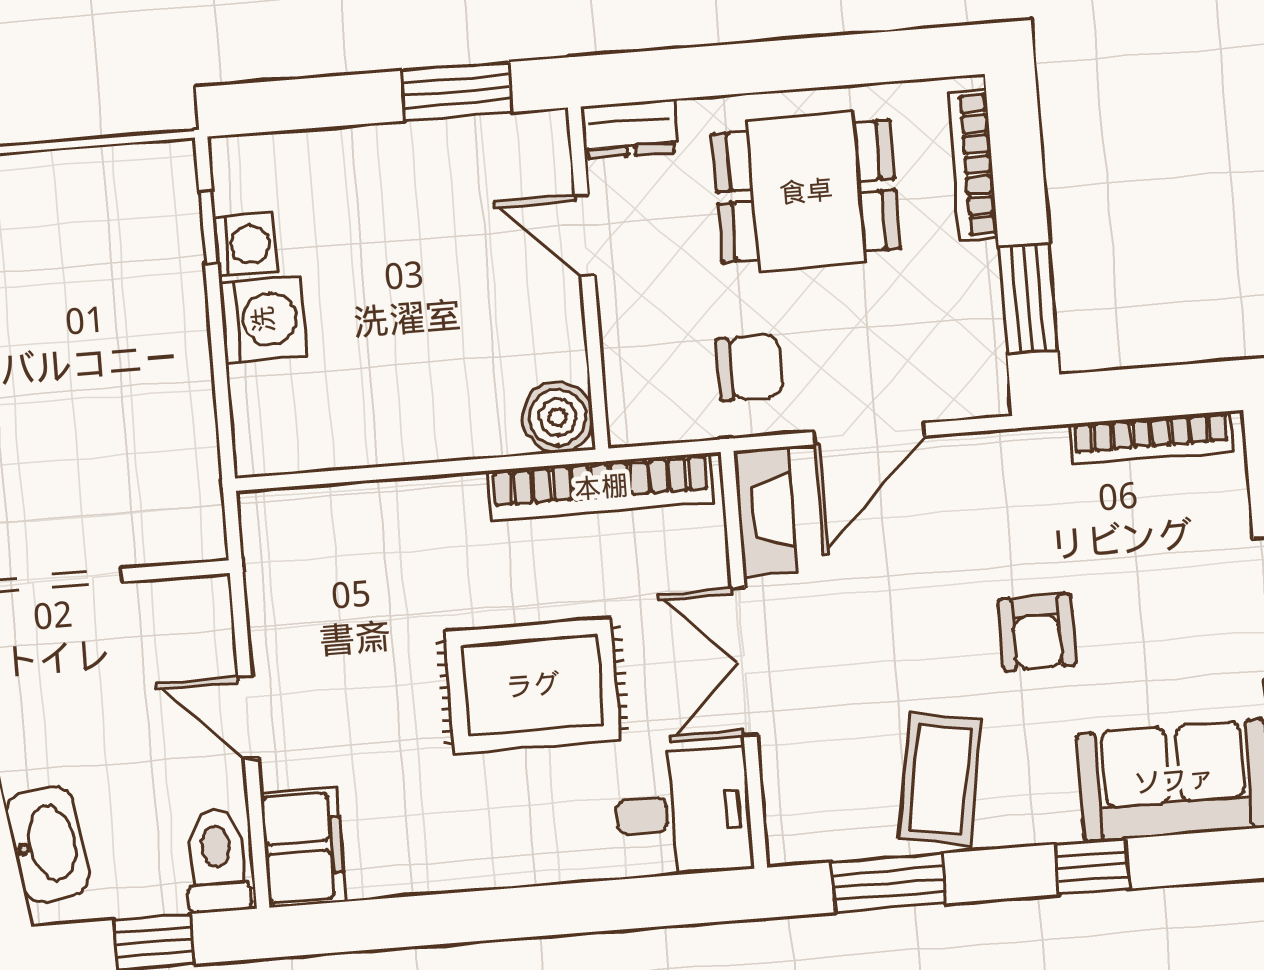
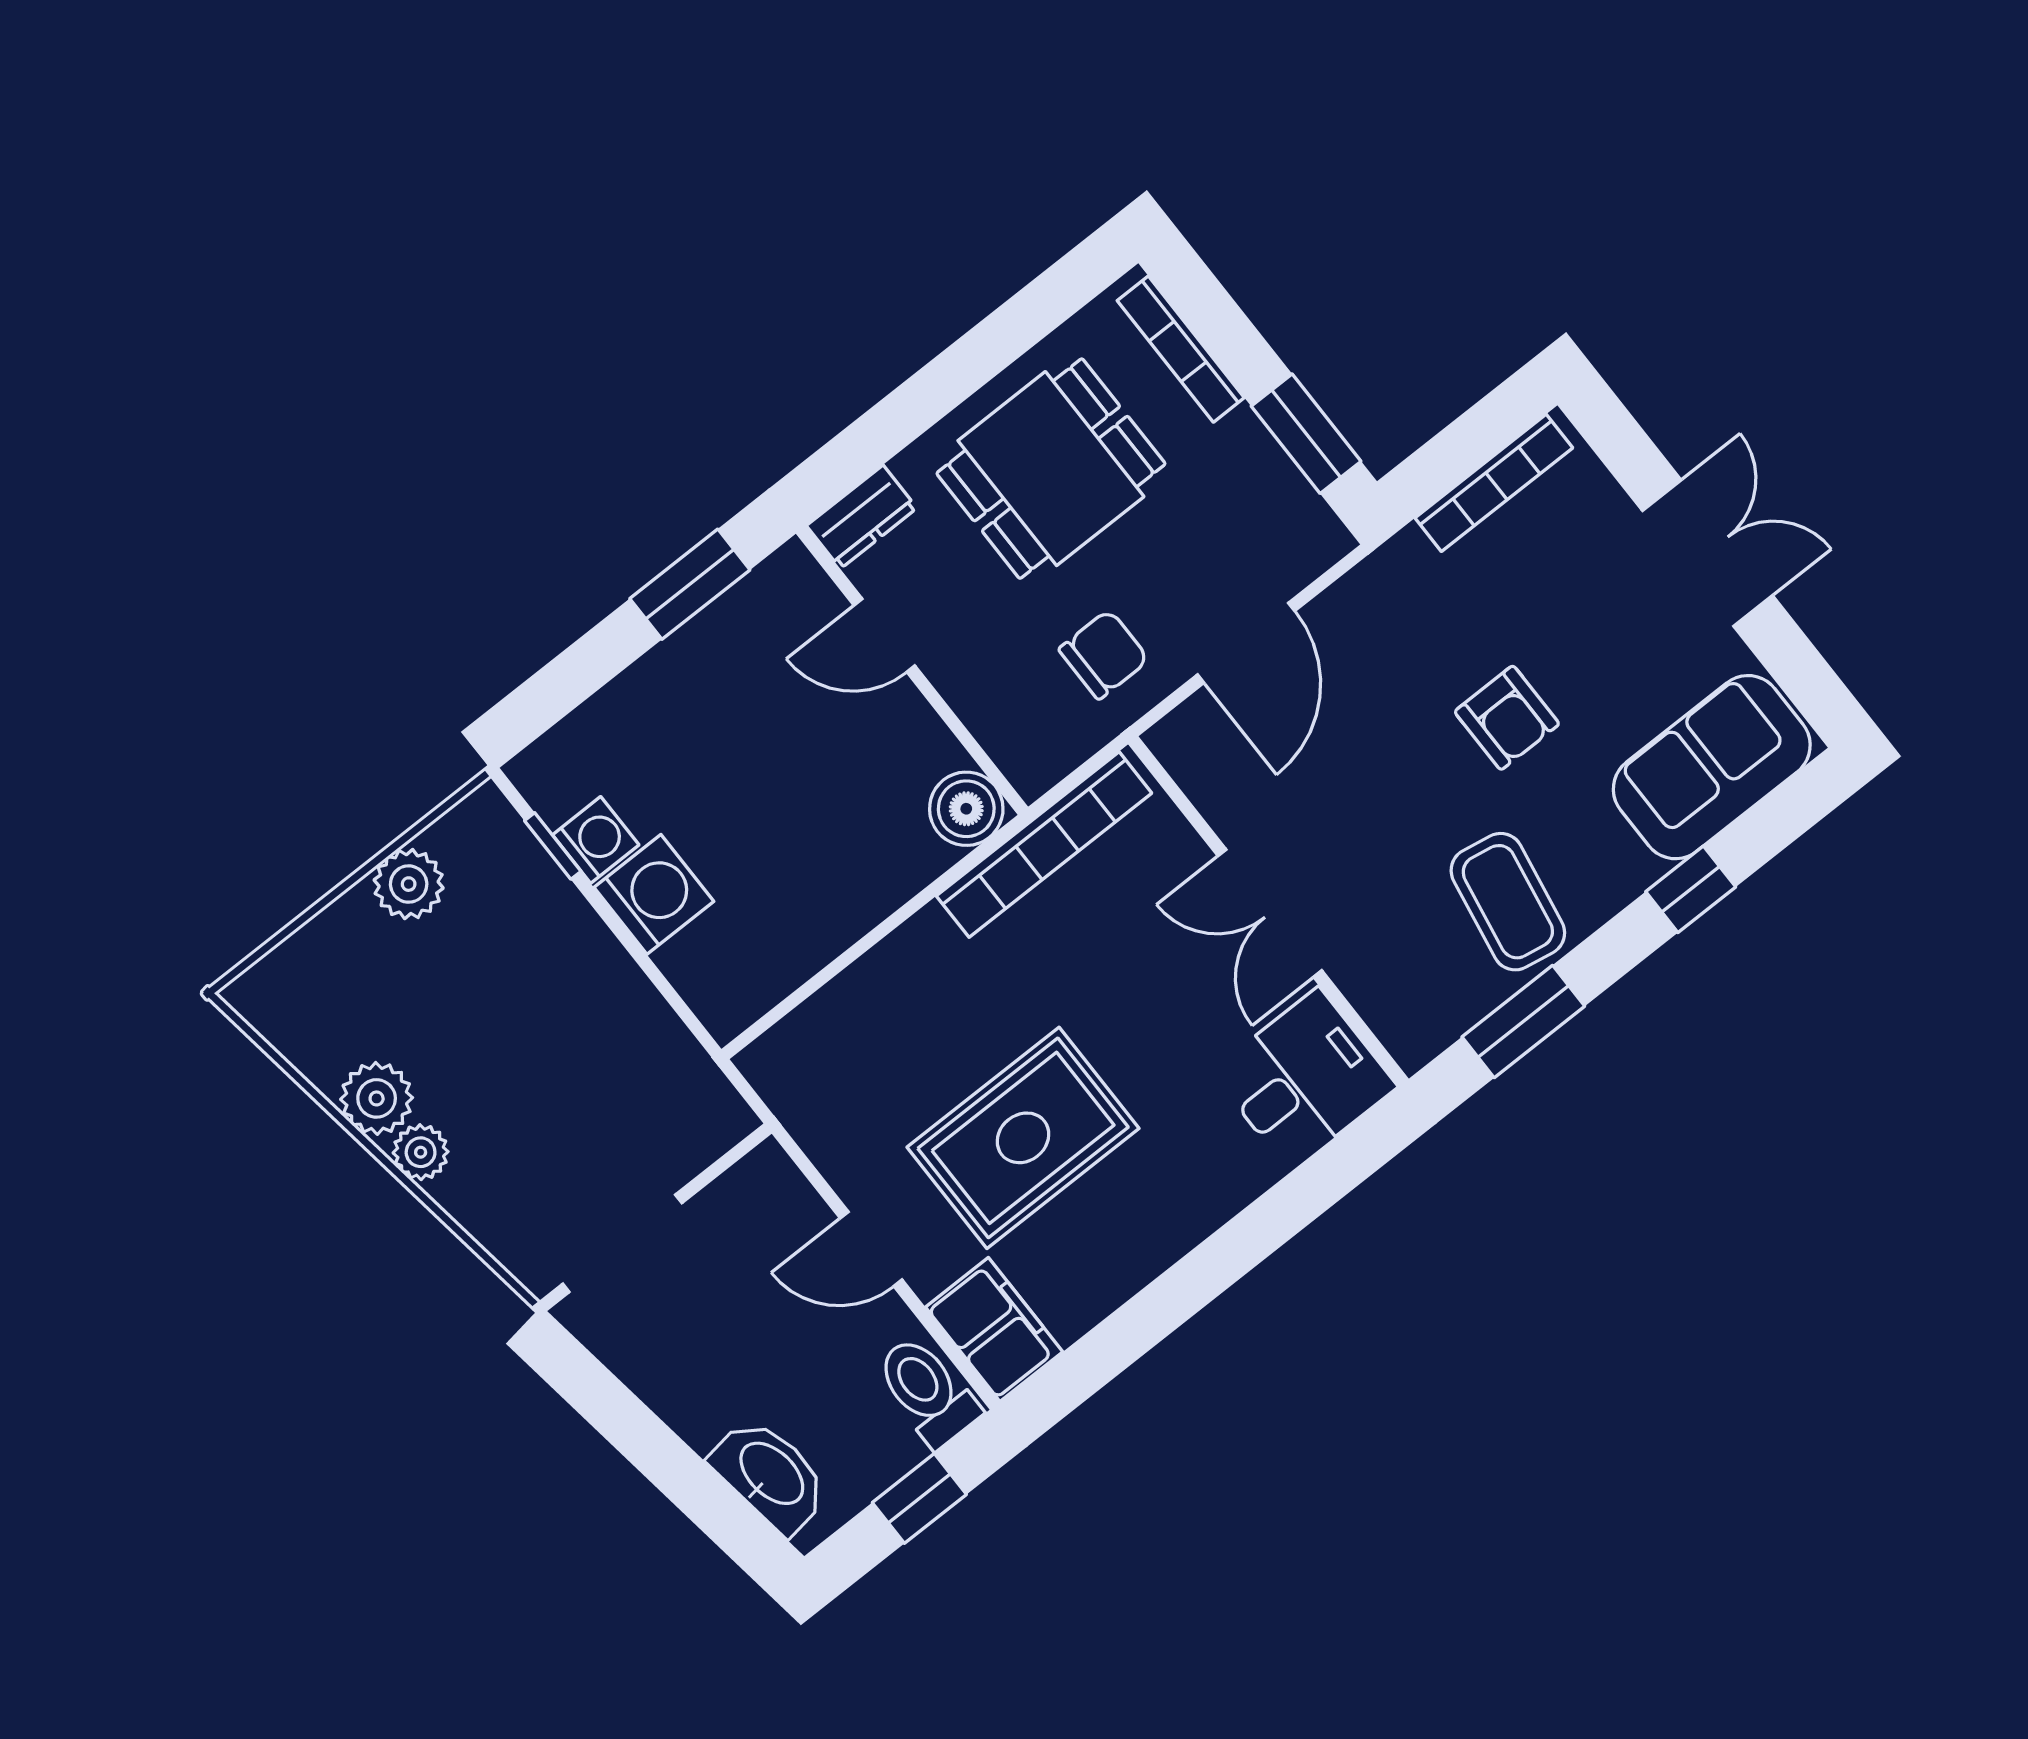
plant: (73, 181) -> (409, 884), added
fireplace: (765, 511) -> (1201, 770), removed
rug: (533, 685) -> (1023, 1138), moved

